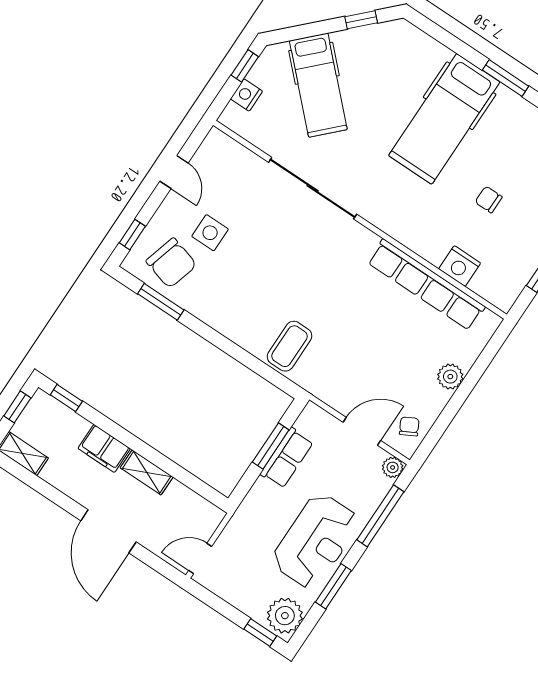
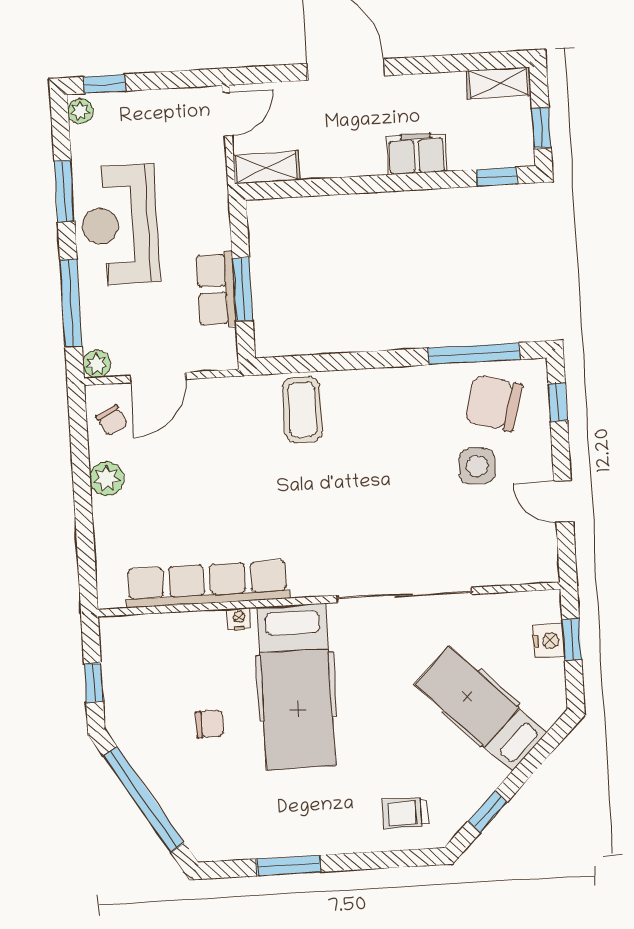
trolley: (411, 57) -> (405, 813), added
window: (245, 66) -> (572, 640), moved
hospital bed: (444, 119) -> (296, 686), moved, turned 180
nightstand: (460, 266) -> (239, 619), moved, width x0.53, depth x0.56
window: (161, 302) -> (474, 354), width x1.44
plant: (450, 377) -> (107, 479), moved
shelving: (147, 472) -> (266, 167), moved
plant: (285, 616) -> (81, 111), width x0.53, depth x0.53

